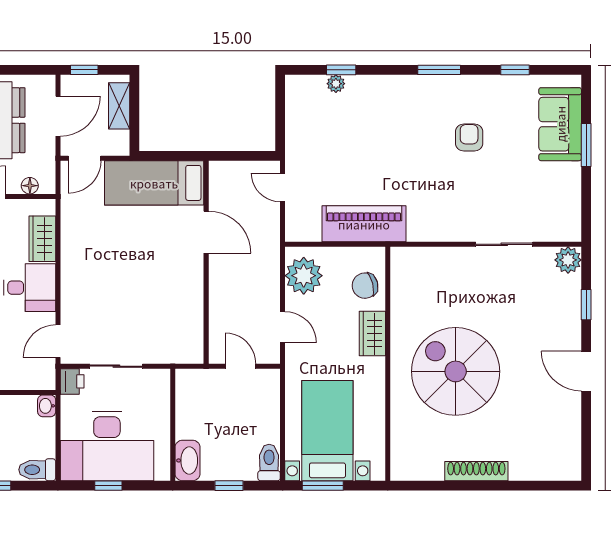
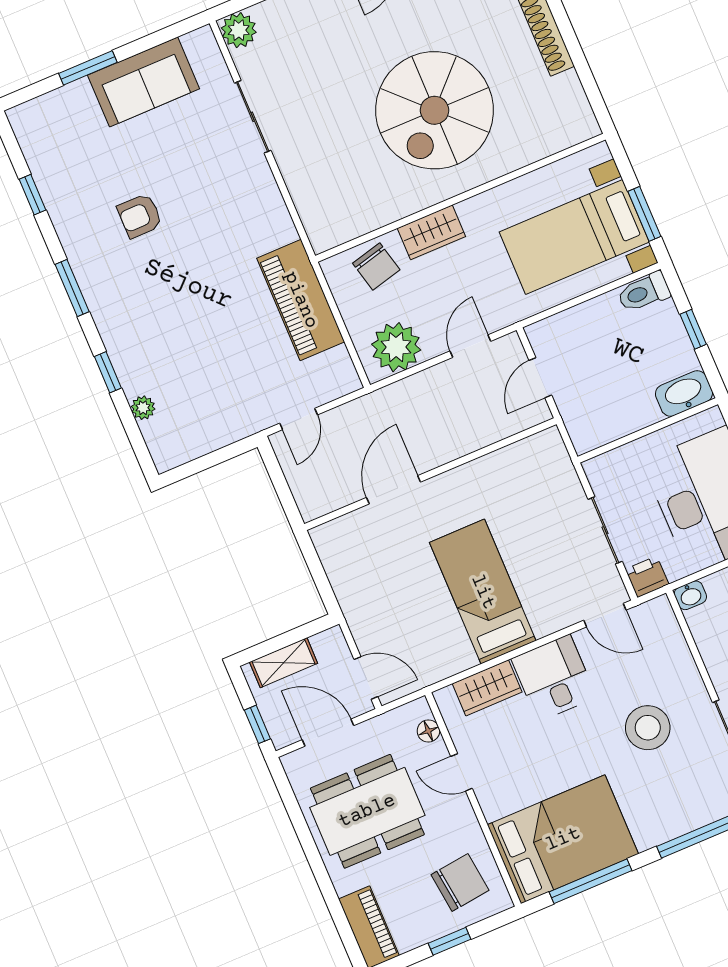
window: (341, 70) -> (108, 372), moved
sofa: (560, 124) -> (144, 82), moved
bed: (154, 183) -> (483, 592), moved, turned 180

